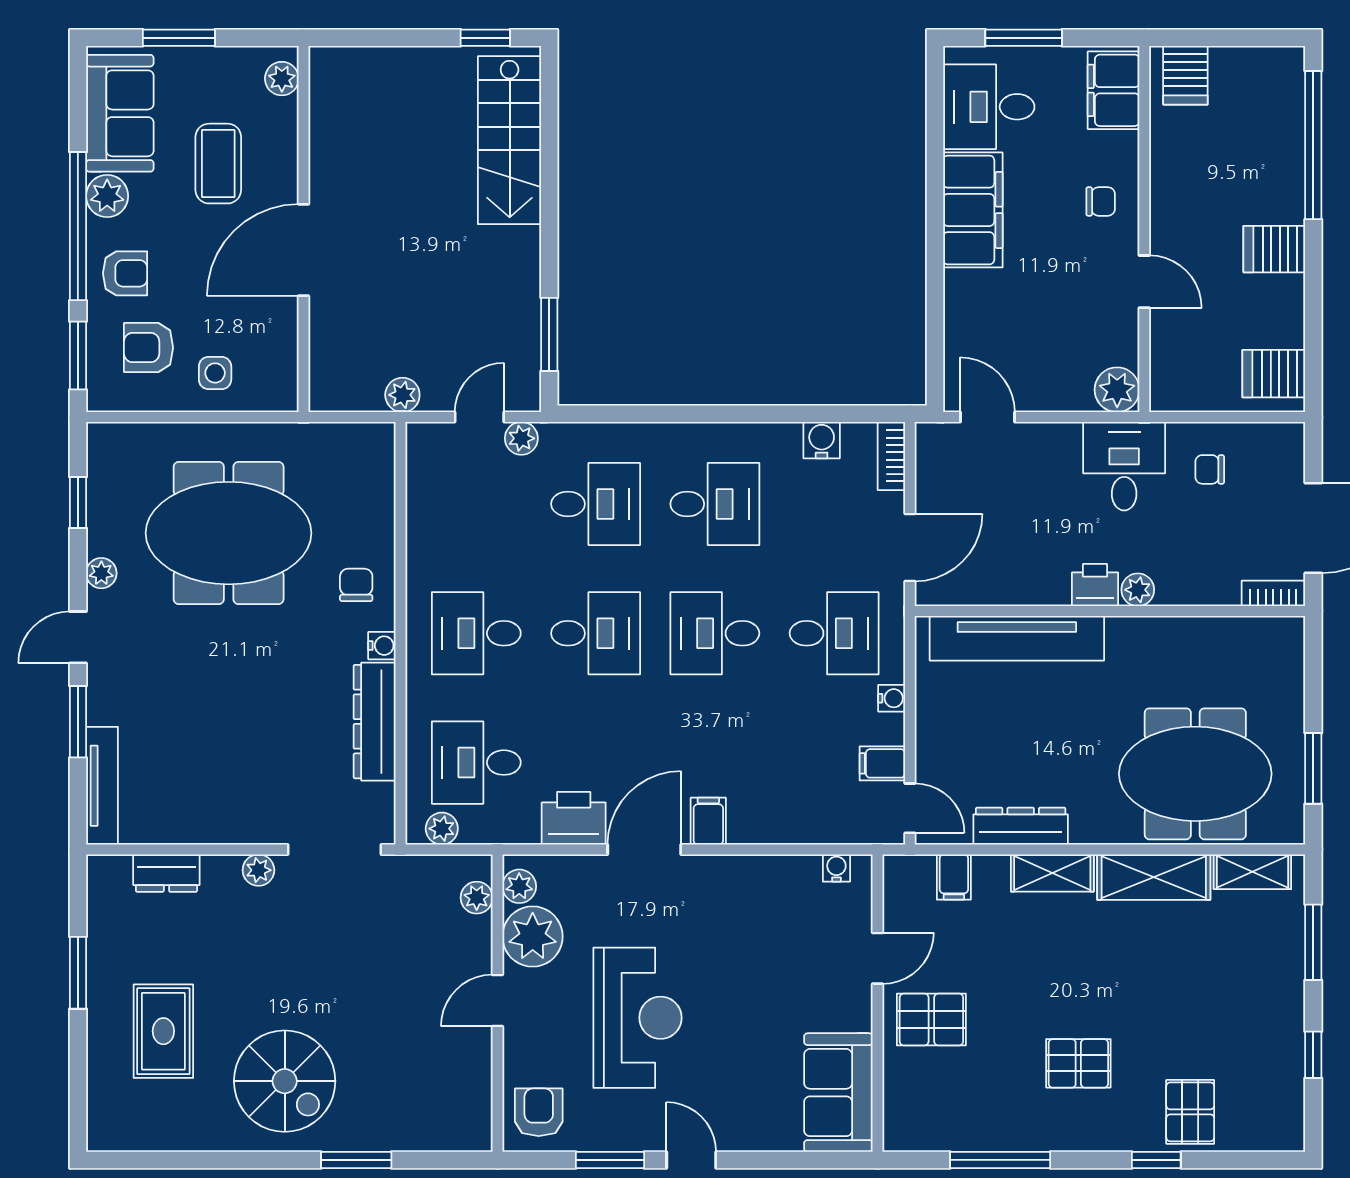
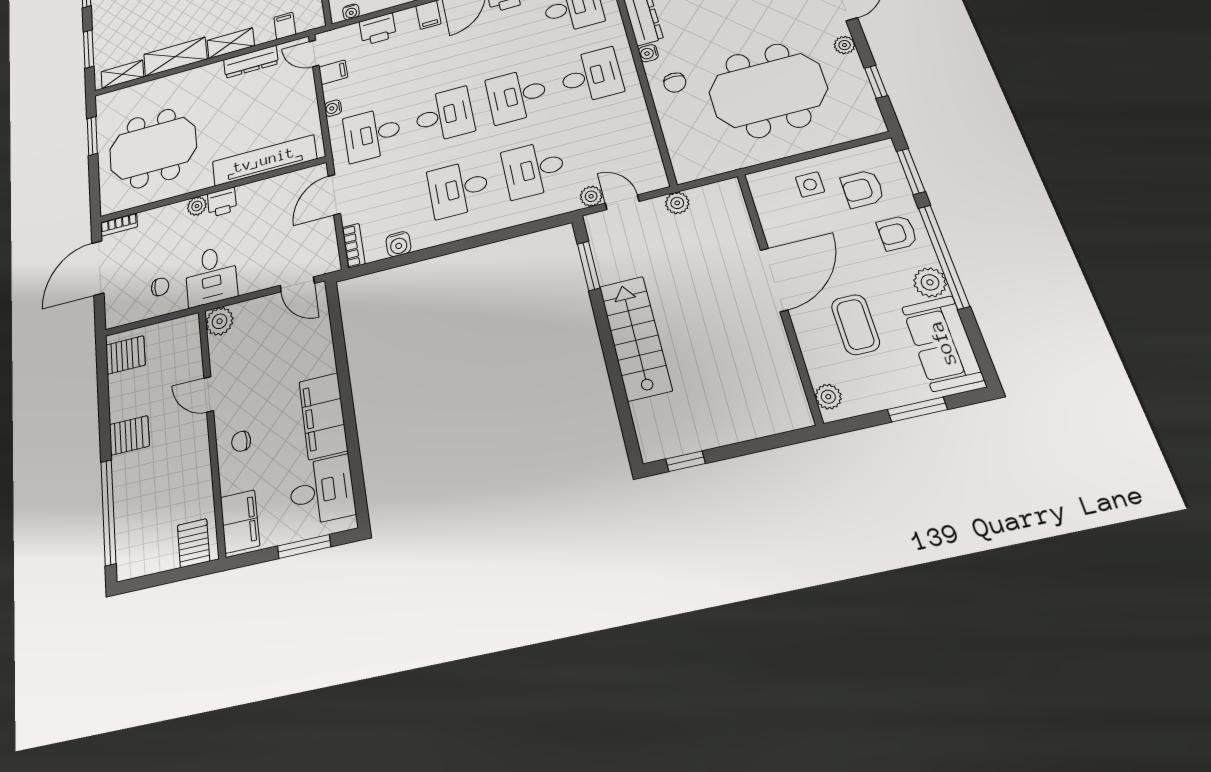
stairs: (510, 140) -> (635, 338), moved
armchair: (148, 348) -> (862, 189), turned 180
door: (479, 417) -> (622, 202), swing flipped
meeting table: (1195, 774) -> (153, 148), moved
printer: (796, 821) -> (378, 29), added

